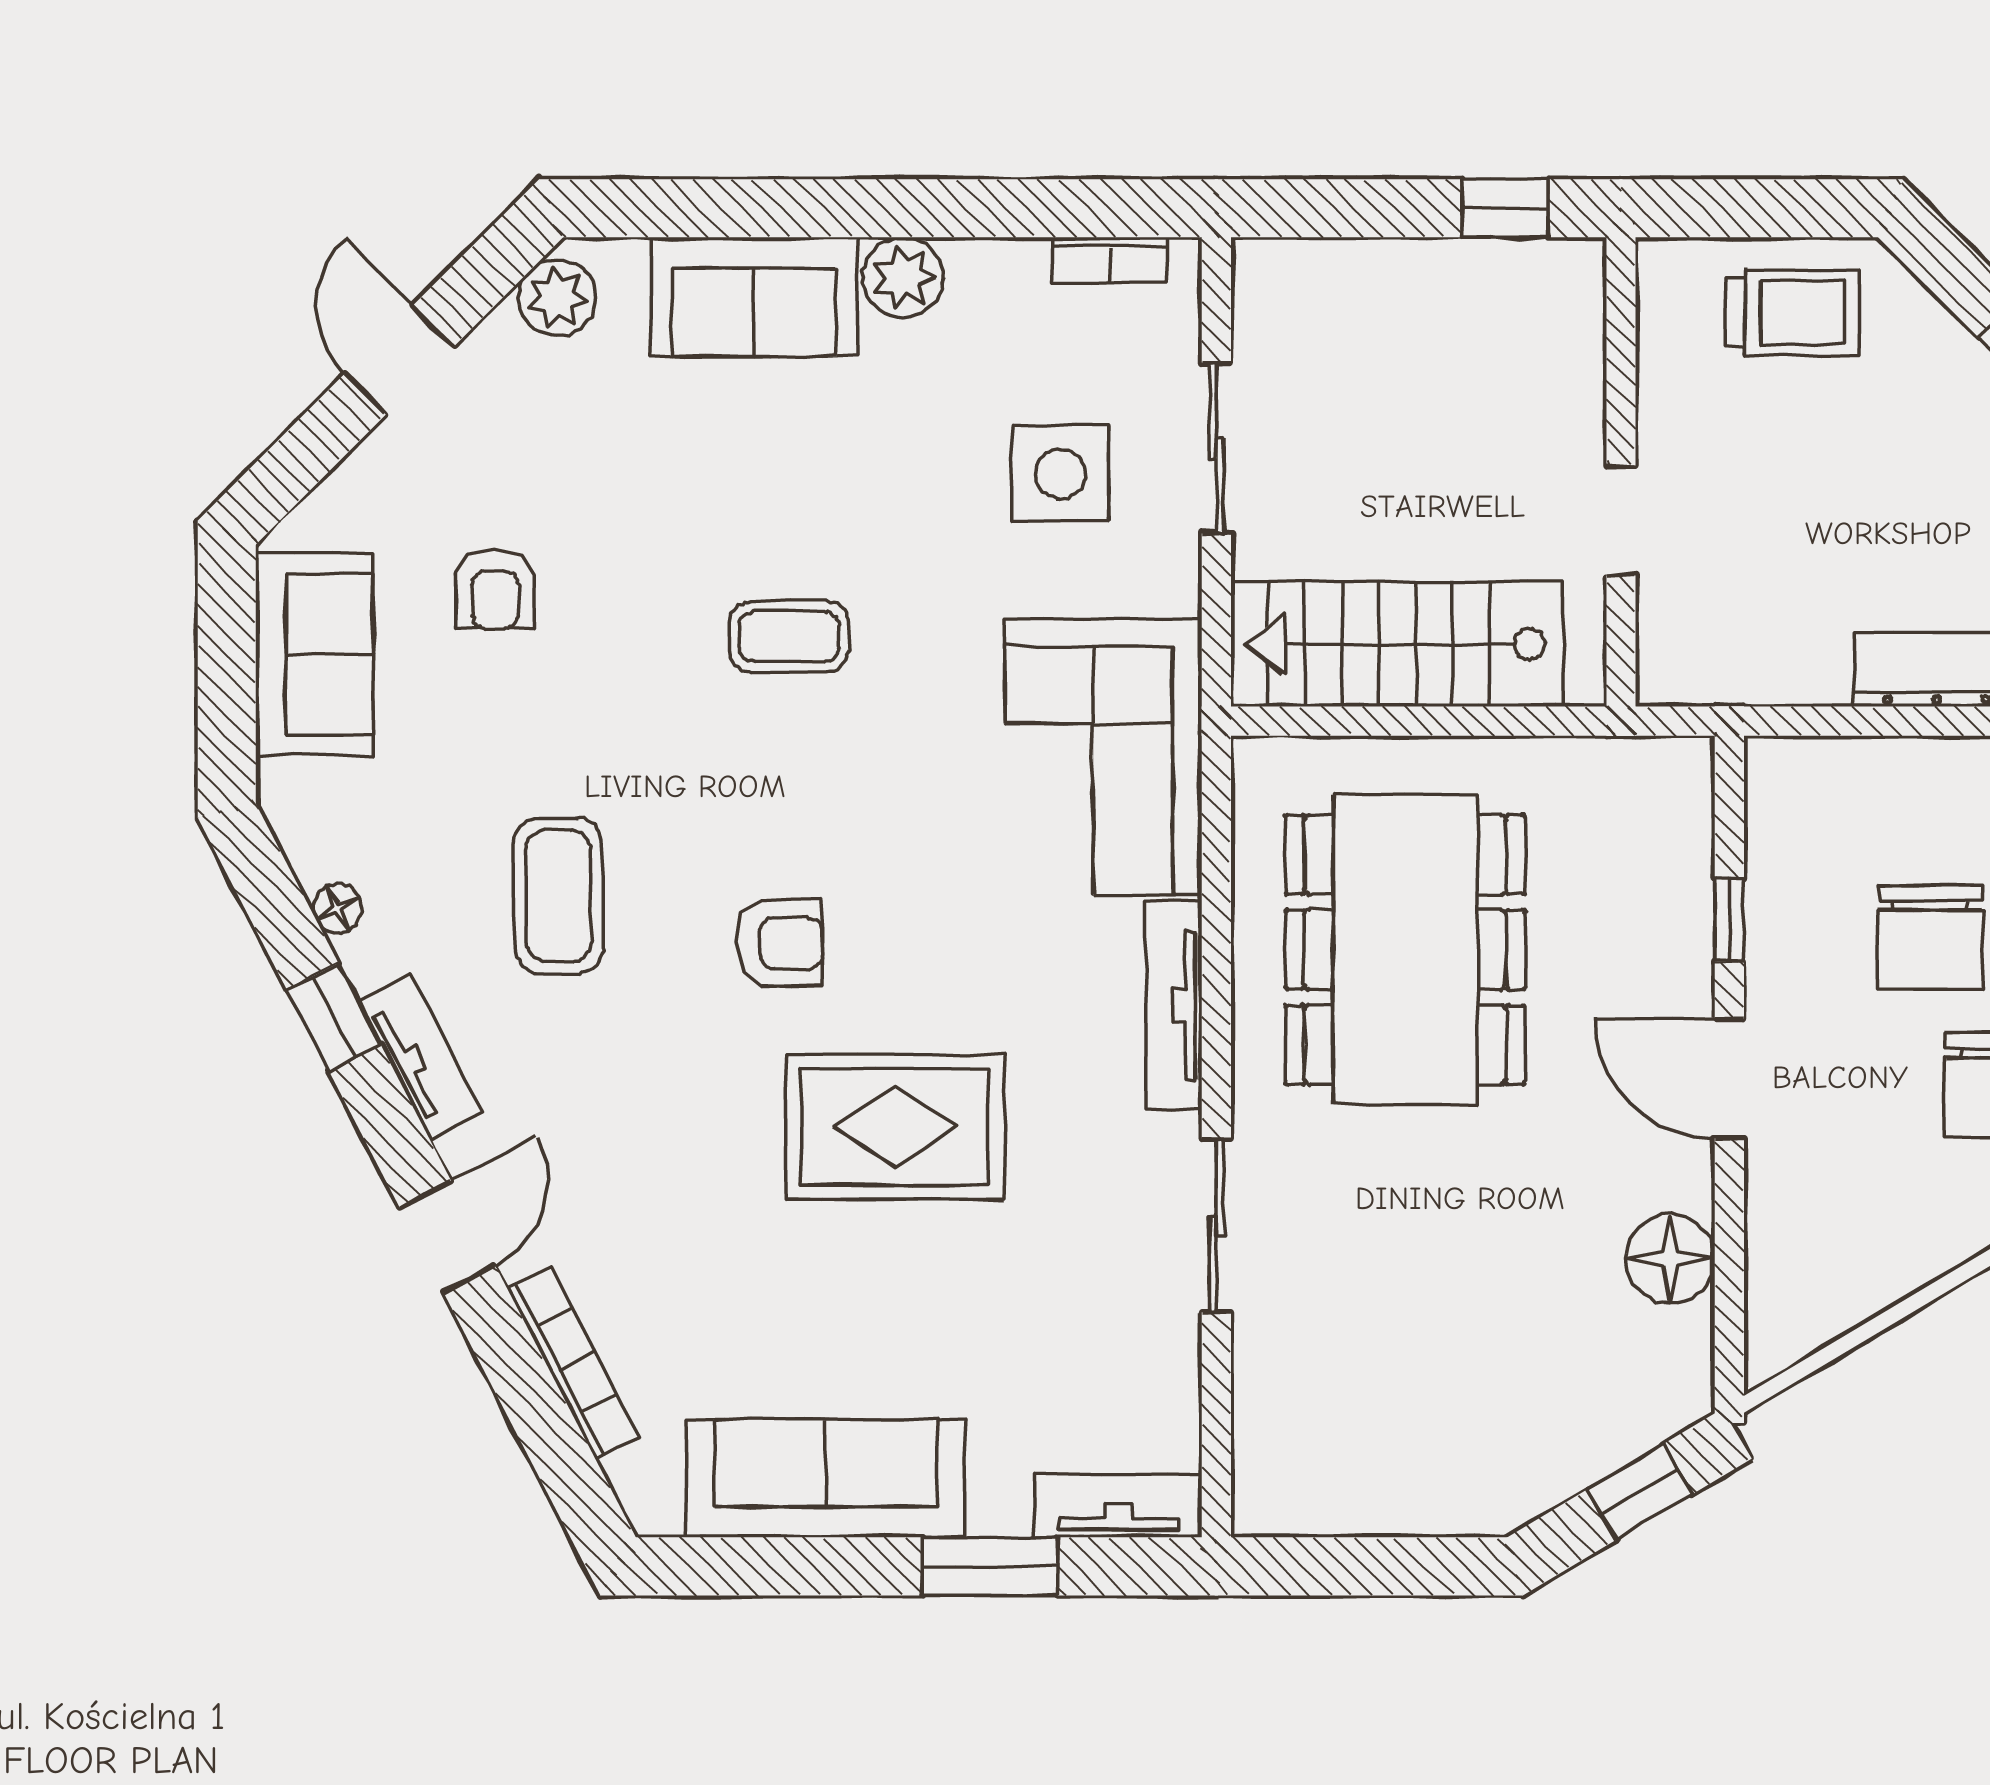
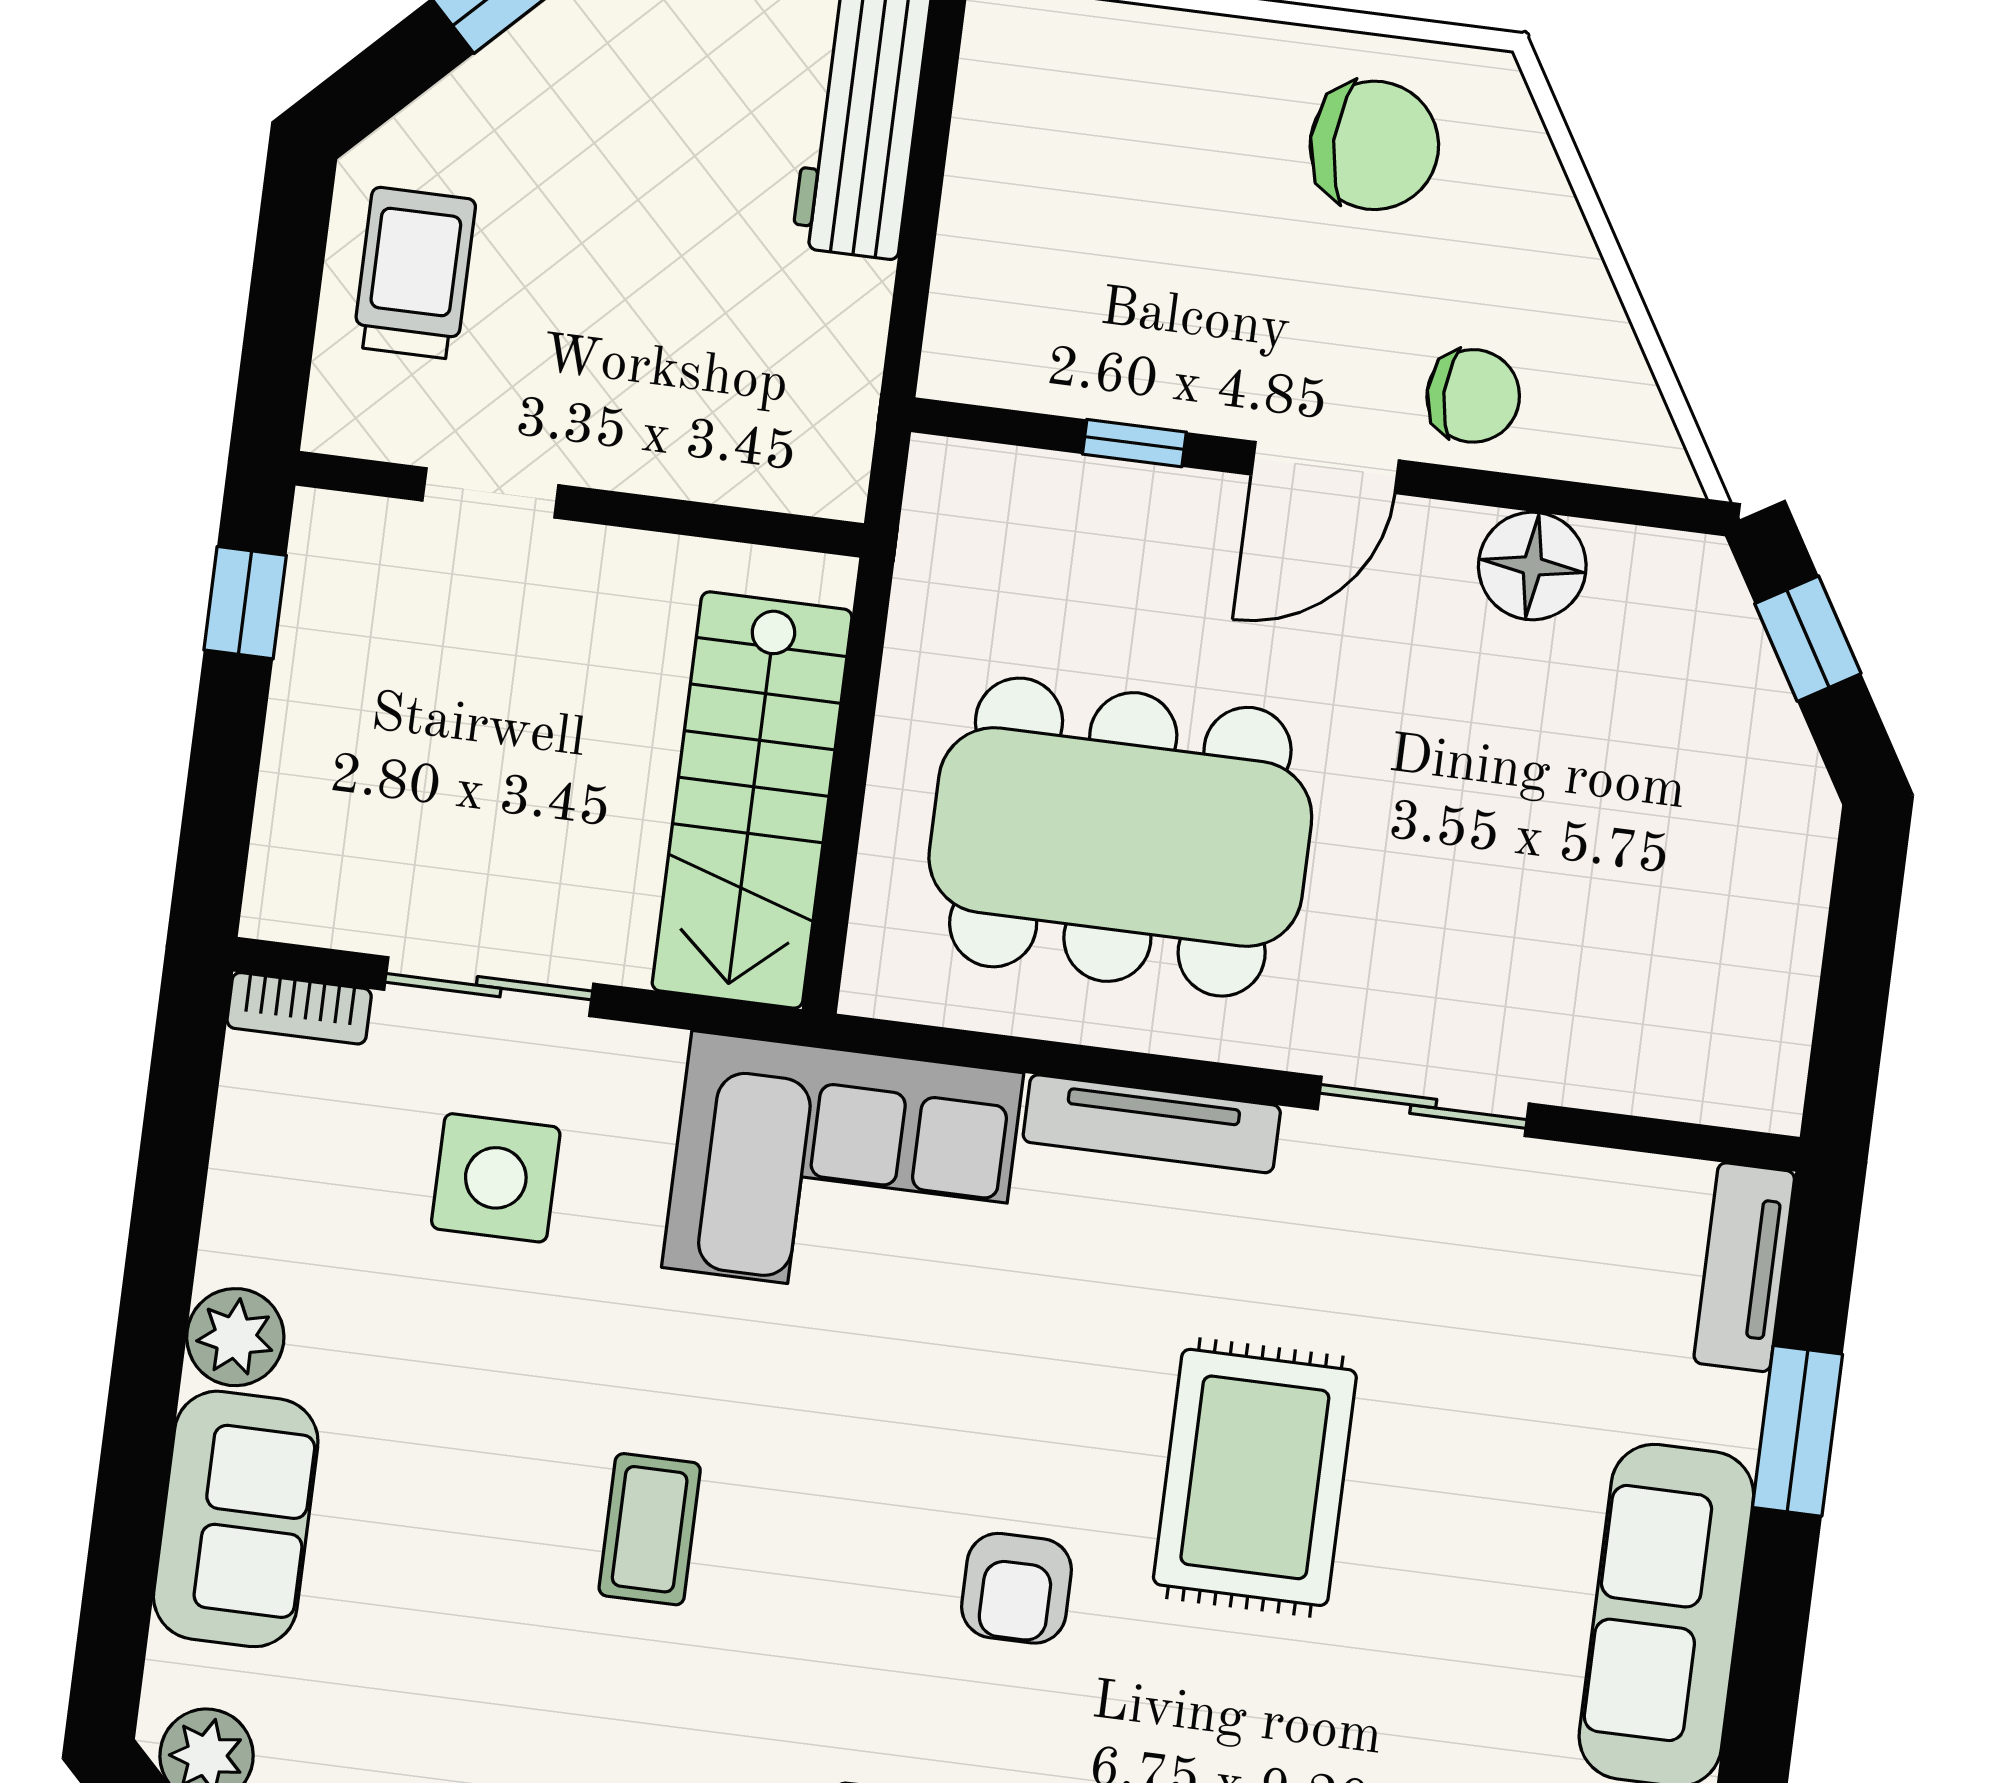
bookcase: (1110, 260) -> (299, 1008), moved, turned 90
doorway: (1621, 521) -> (490, 493), moved
chair: (1930, 937) -> (1473, 396), moved, width x0.73, depth x0.73
armchair: (779, 943) -> (1017, 1588), turned 180

